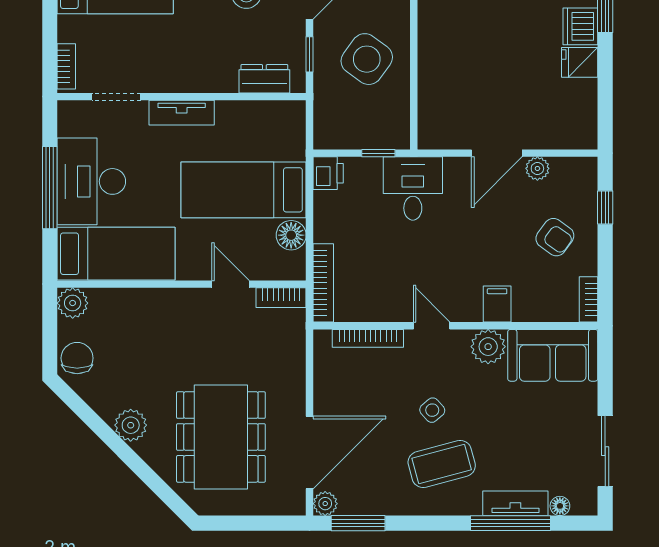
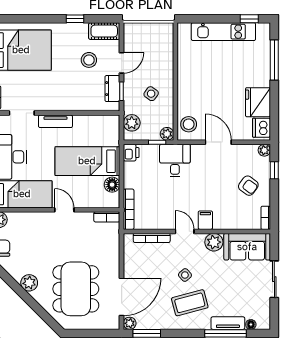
dishwasher: (580, 26) -> (261, 128), moved
side table: (367, 59) -> (151, 94), width x0.54, depth x0.54
fridge: (580, 62) -> (258, 102), width x1.88, depth x1.34
dresser: (264, 79) -> (112, 89), moved, turned -90
plant: (329, 116) -> (132, 123), added
stool: (439, 118) -> (189, 124), added
plant: (397, 137) -> (167, 134), added
door: (497, 153) -> (218, 142), swing flipped
plant: (537, 168) -> (264, 150), moved
door: (231, 284) -> (64, 210), moved
filing cabinet: (497, 304) -> (205, 220), moved
sliding door: (605, 451) -> (274, 279), moved

